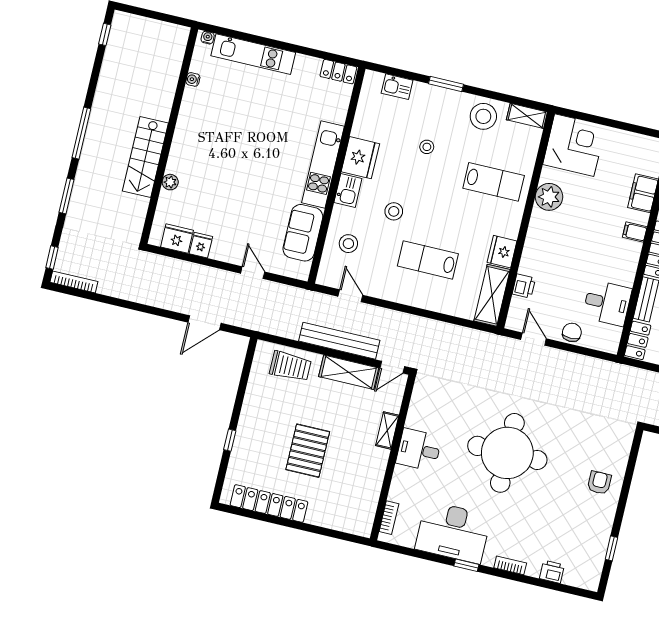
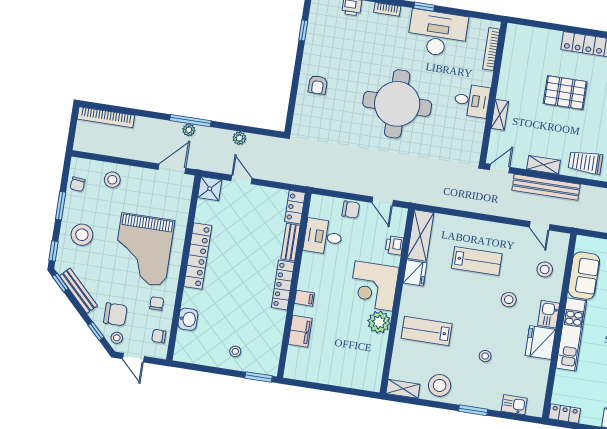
corner desk: (574, 145) -> (374, 286), moved
chair: (572, 332) -> (351, 210), turned -90
shelving: (349, 372) -> (543, 165), width x0.67, depth x0.75
pallet: (308, 451) -> (565, 93), turned 90
bookcase: (389, 518) -> (491, 49), width x1.56

